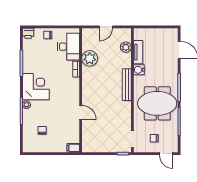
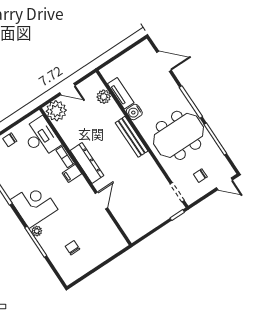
door: (106, 27) -> (67, 89), hinge flipped
plant: (90, 58) -> (56, 111), moved
dresser: (87, 82) -> (87, 163), added
door: (81, 112) -> (101, 201), hinge flipped
filing cabinet: (73, 148) -> (72, 173), moved

